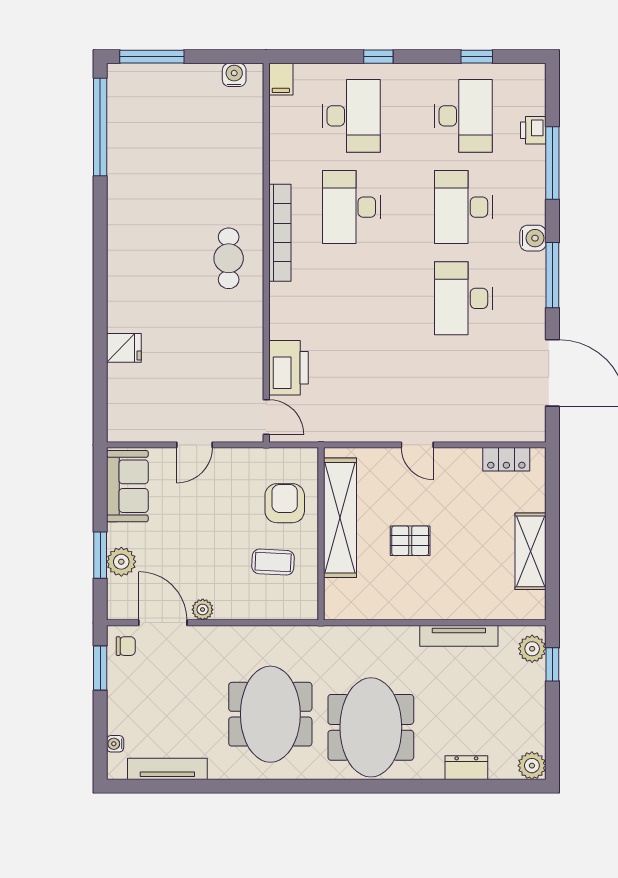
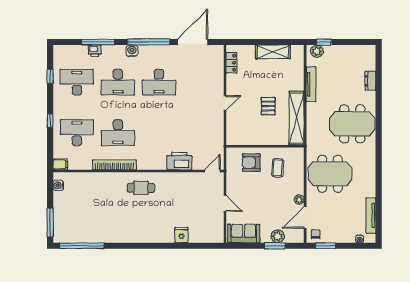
printer: (533, 130) -> (95, 51), moved
bookcase: (280, 233) -> (114, 165), moved
window: (552, 275) -> (149, 42), width x1.46
printer: (288, 368) -> (179, 161), moved
shelving: (340, 518) -> (297, 118), moved, turned 90
meeting table: (270, 714) -> (330, 174), moved
plant: (532, 766) -> (369, 51), removed

